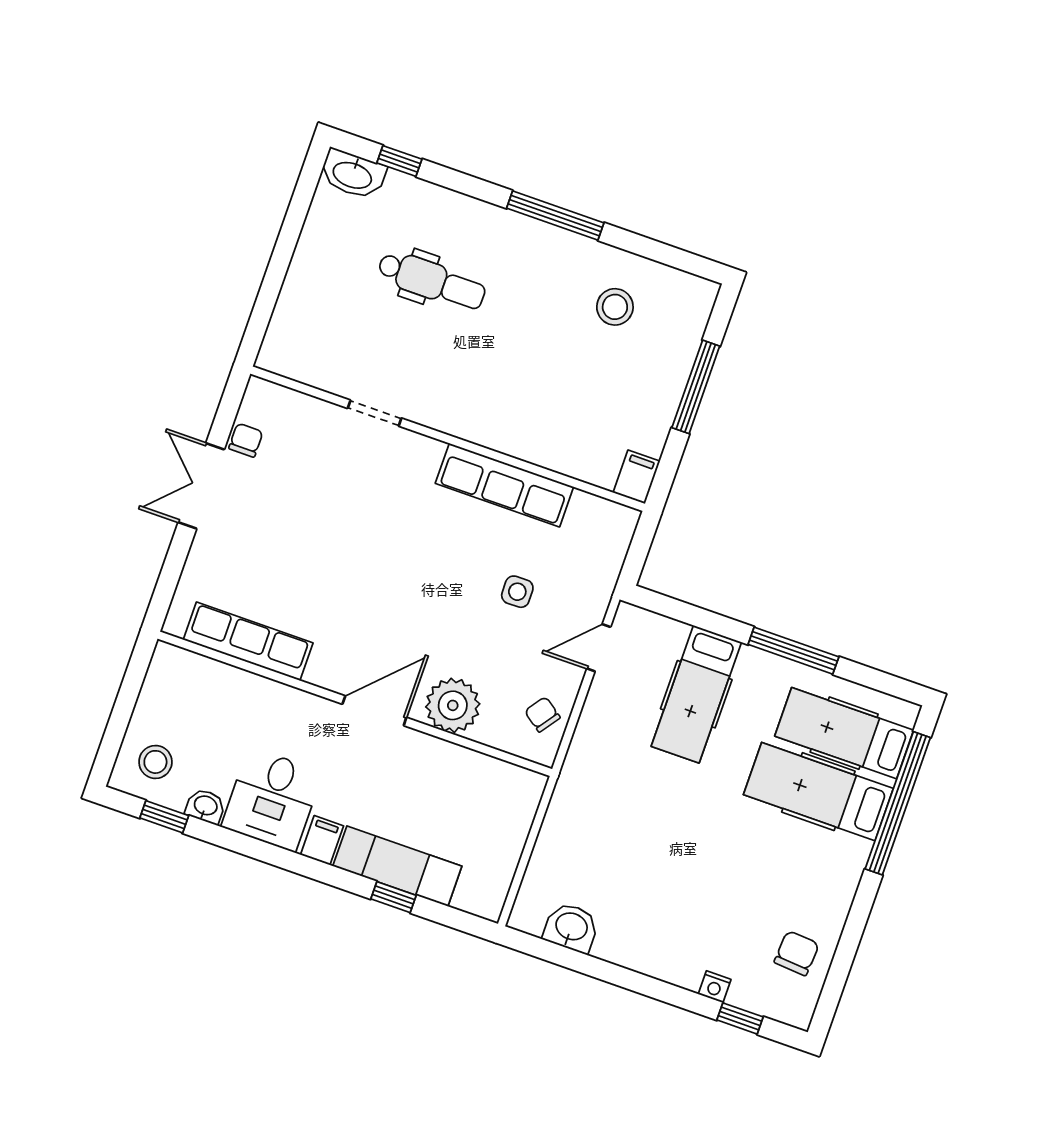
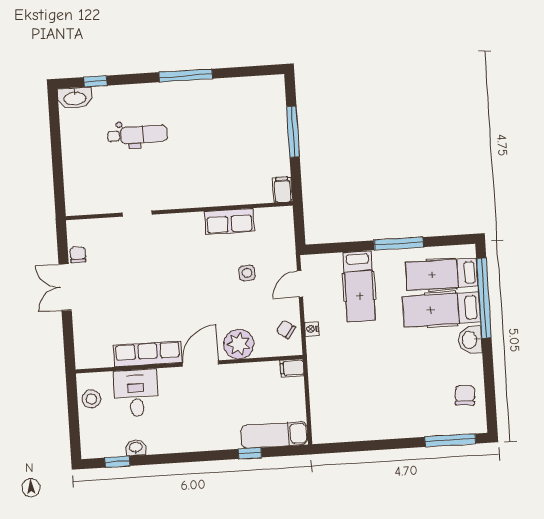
stool: (615, 307) -> (235, 109), removed
row of seats: (504, 485) -> (229, 221), width x0.68
row of seats: (248, 641) -> (148, 354), moved
stool: (155, 762) -> (91, 399), moved
desk: (272, 799) -> (136, 393), moved, turned 180
filing cabinet: (322, 840) -> (292, 368), moved, turned -90
exam couch: (397, 866) -> (274, 435), moved
washbasin: (571, 928) -> (470, 340), moved, turned -90
nightstand: (715, 987) -> (312, 329), moved, turned 90
window: (740, 1018) -> (450, 440), width x2.17

